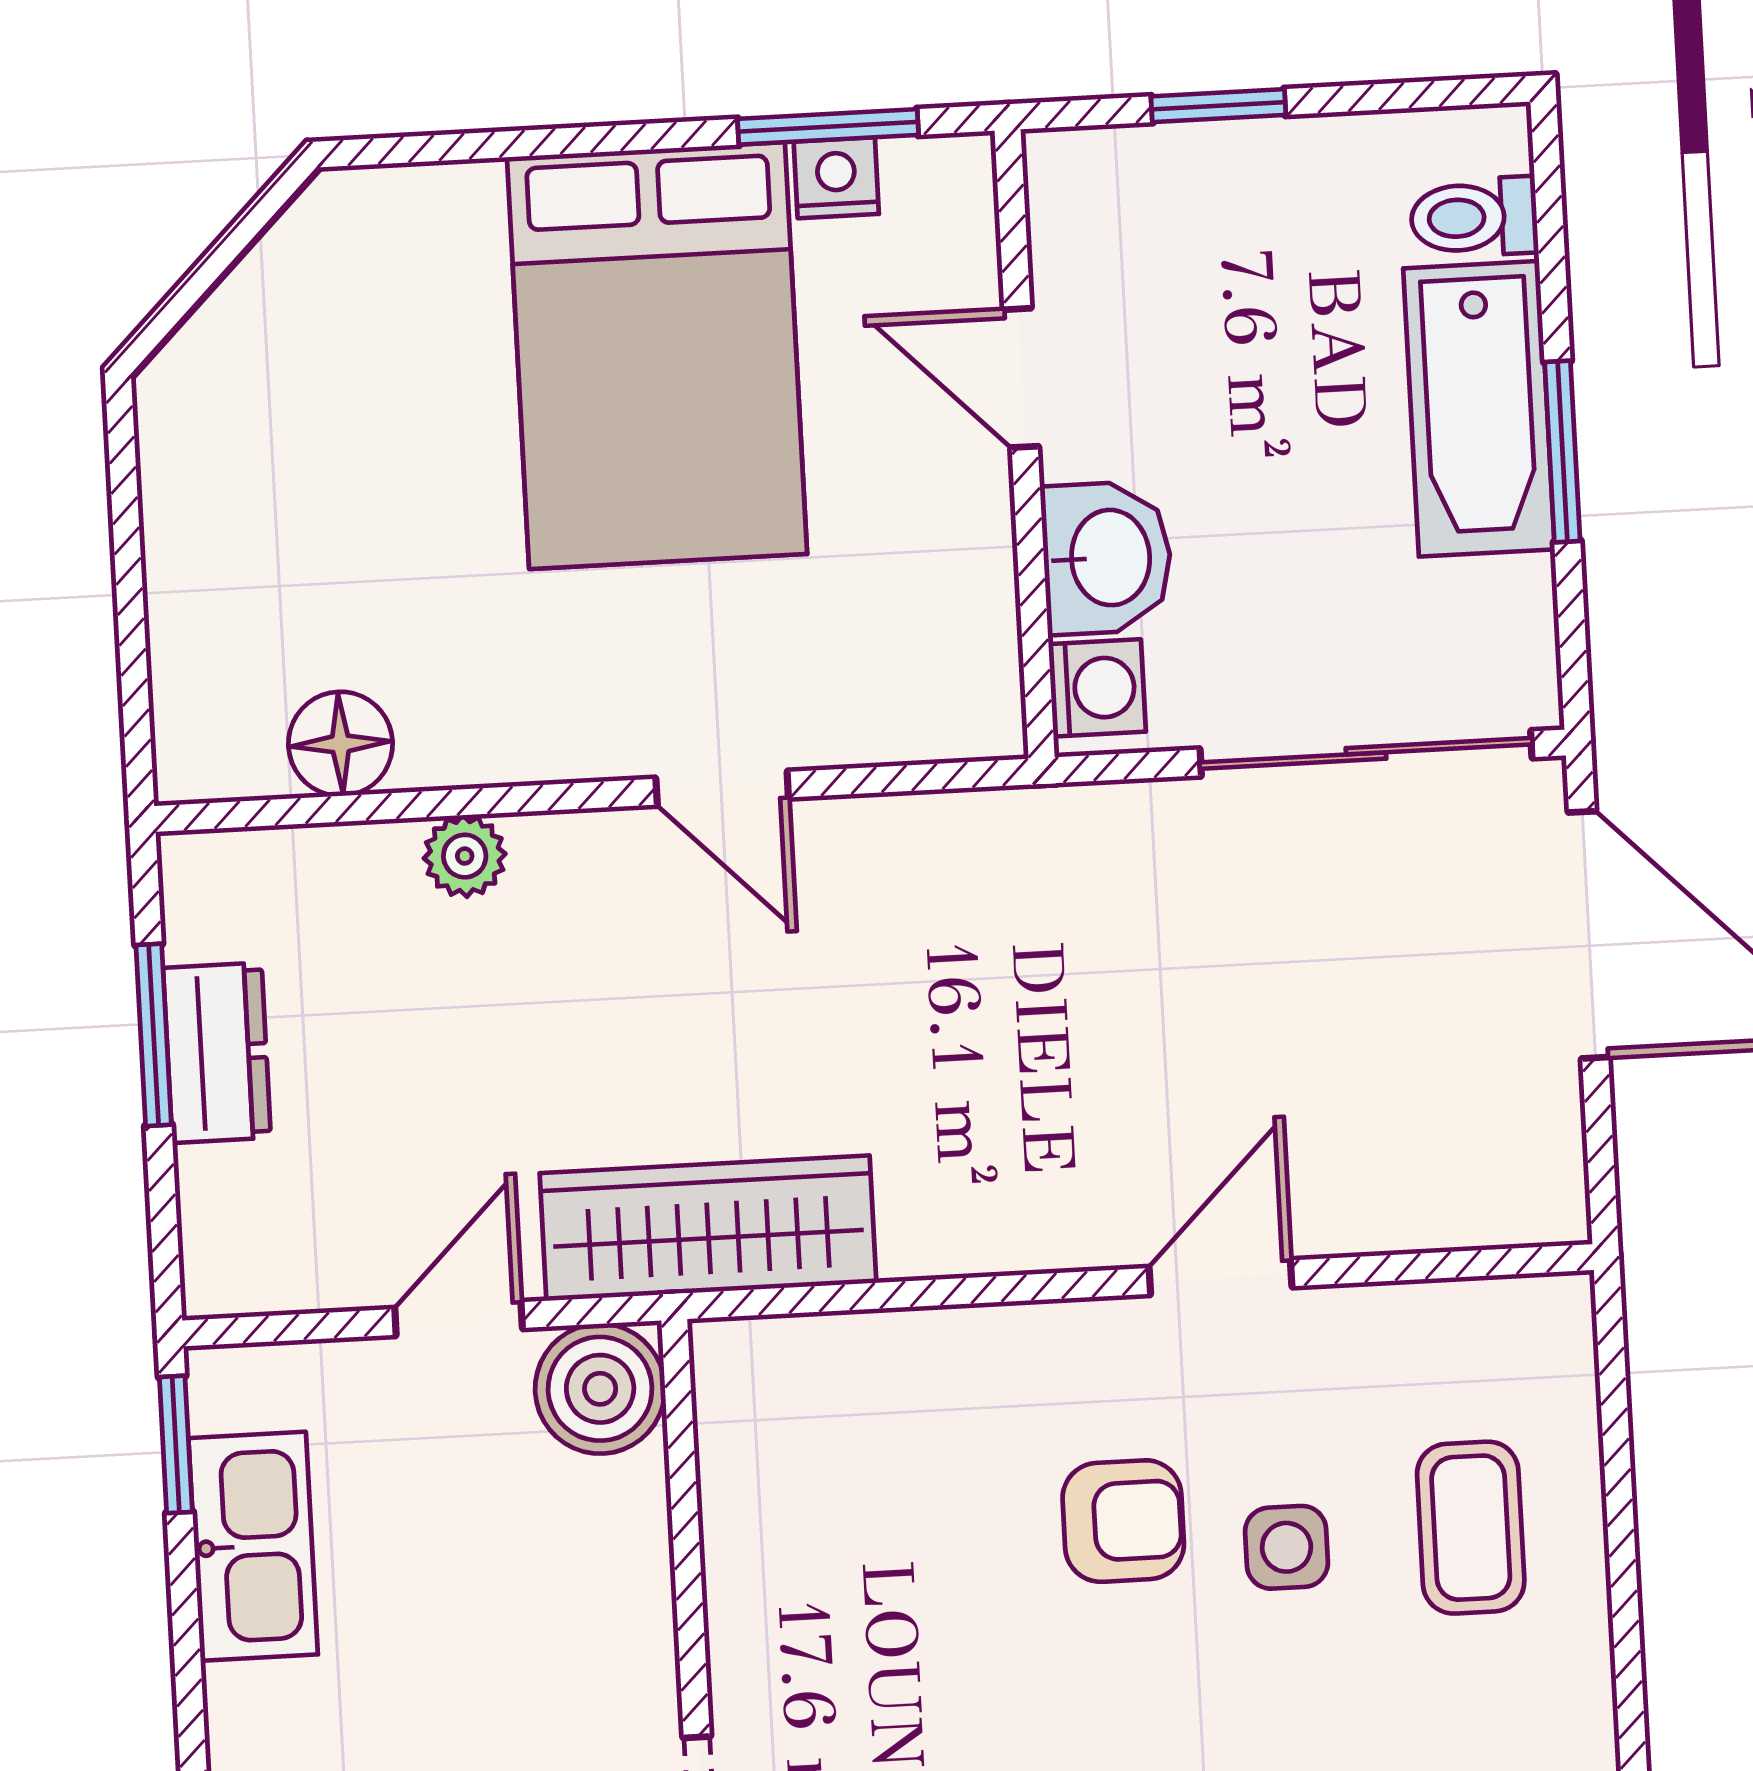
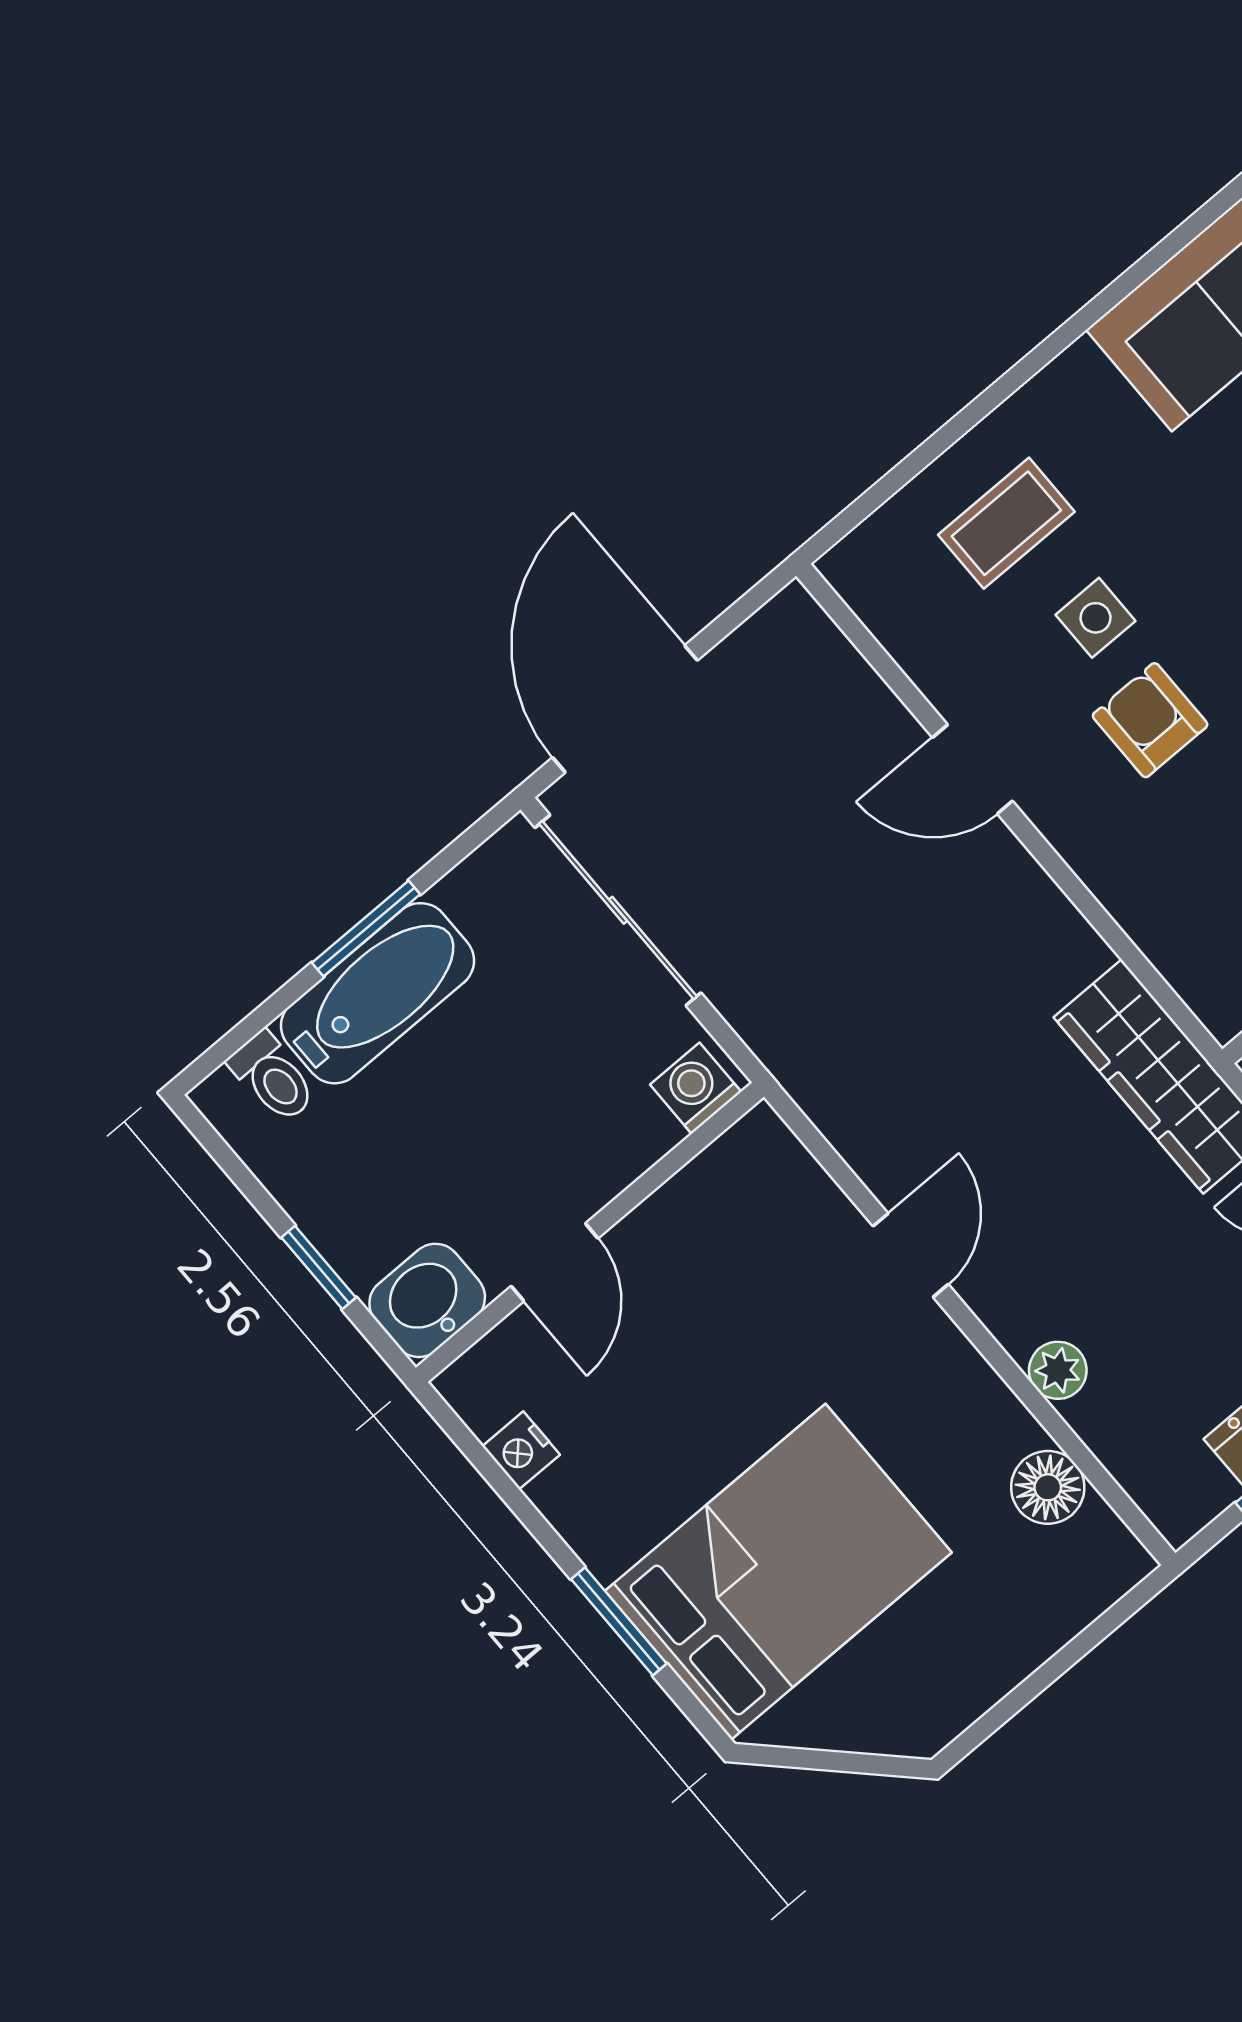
window: (828, 127) -> (619, 1621), moved
bed: (657, 356) -> (778, 1572), moved
washbasin: (1107, 558) -> (427, 1300), moved

